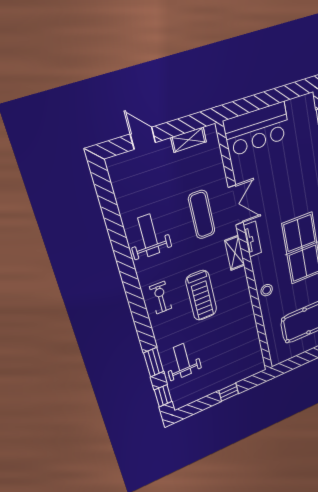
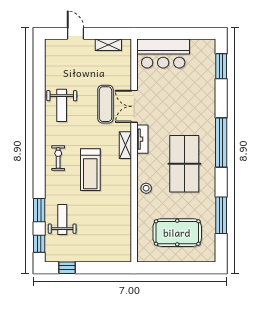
double door: (236, 205) -> (134, 106), swing flipped
weight bench: (149, 236) -> (62, 105), turned 180
window: (229, 392) -> (67, 268), moved

